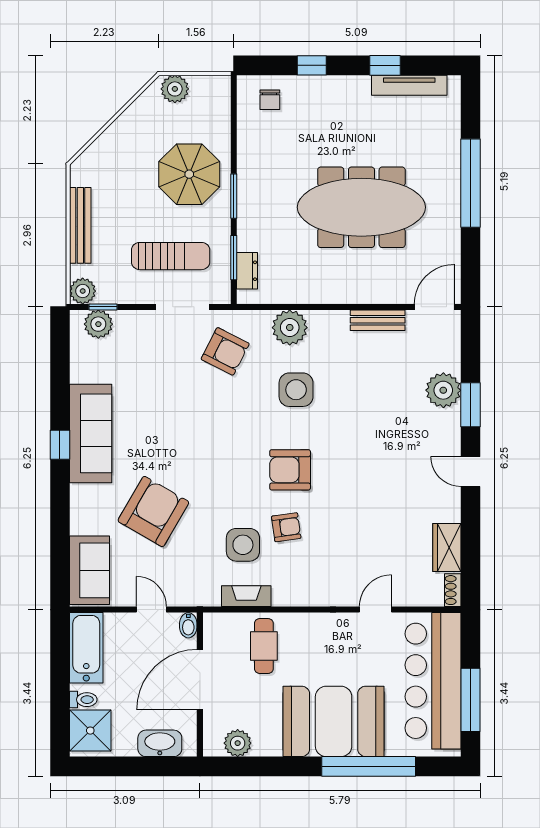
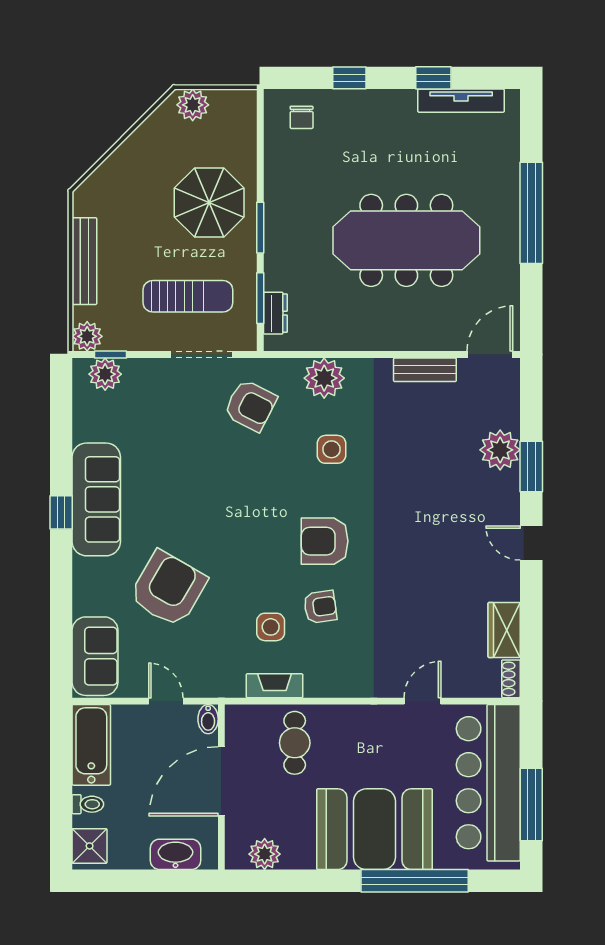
side table: (296, 390) -> (331, 449), width x0.73, depth x0.73
side table: (243, 545) -> (271, 627), width x0.73, depth x0.73
shower: (90, 731) -> (90, 846), width x0.73, depth x0.73

